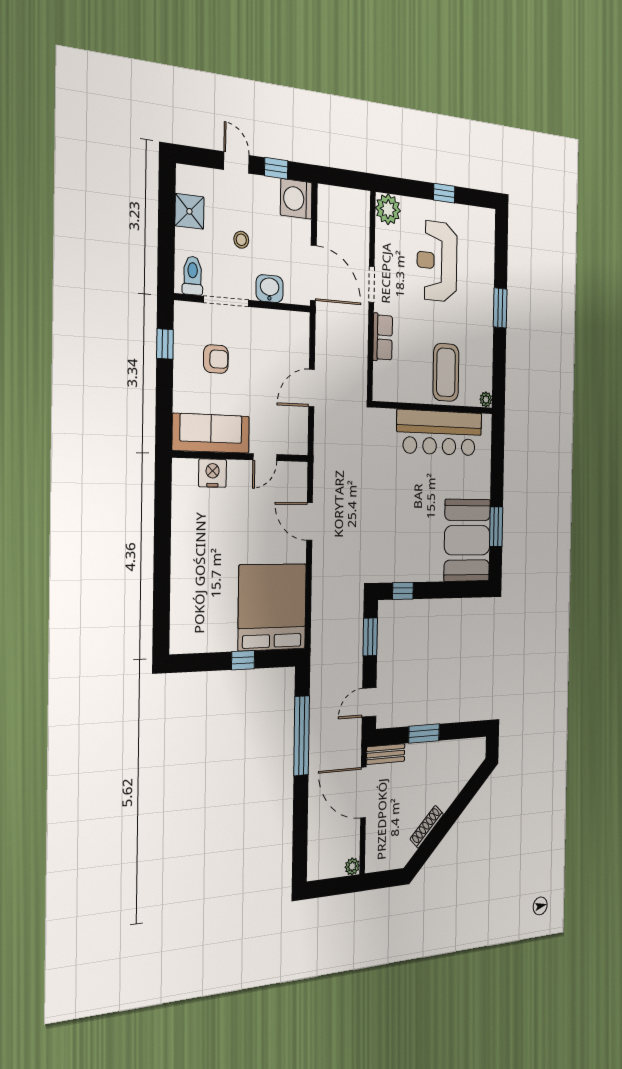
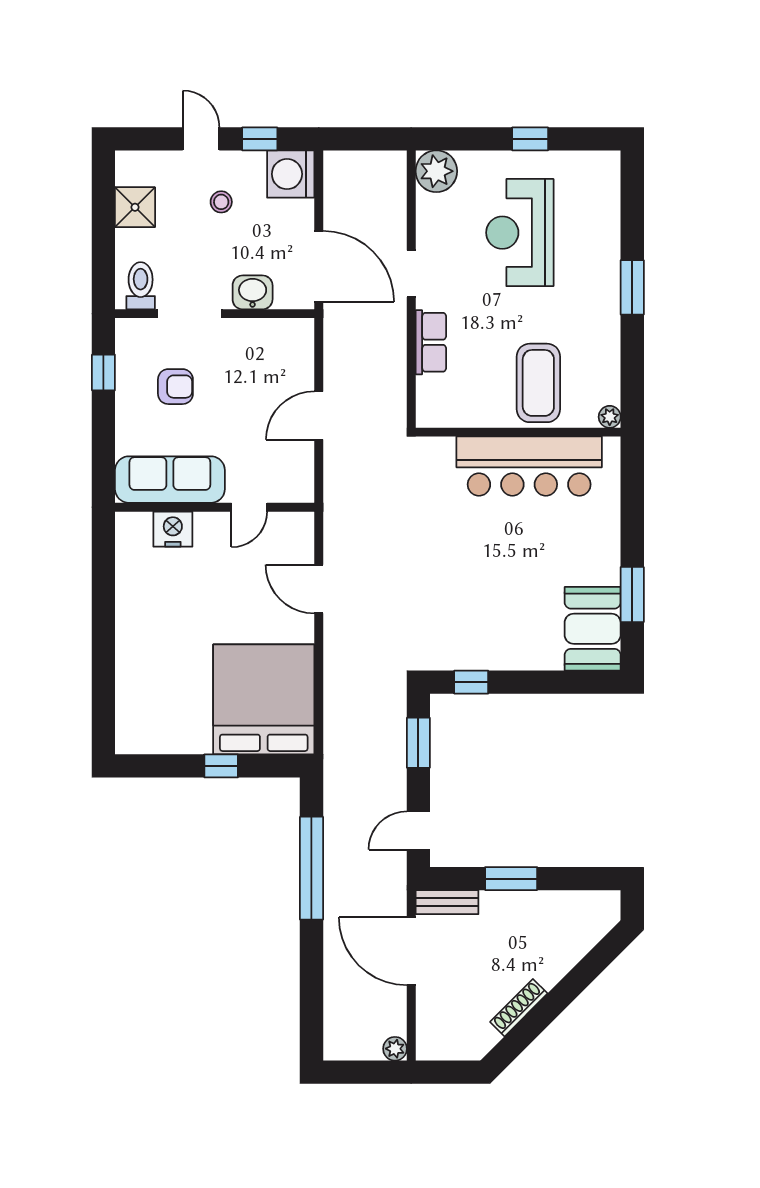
stool: (241, 240) -> (221, 202), moved
booth: (467, 540) -> (593, 629), width x0.73, depth x0.70

